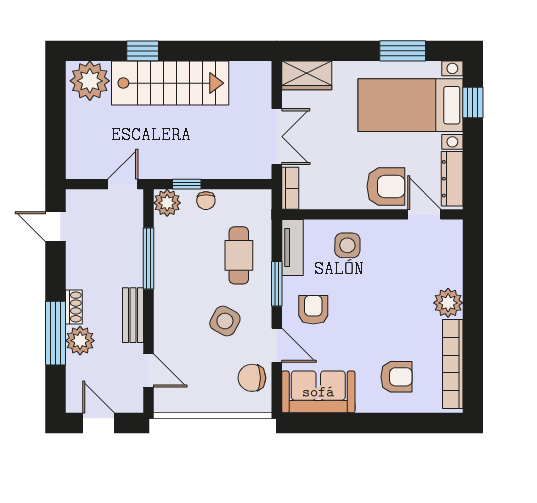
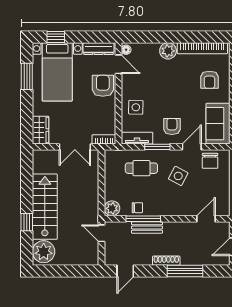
double door: (277, 137) -> (75, 147), swing flipped
window: (187, 184) -> (102, 197), removed
chair: (206, 201) -> (137, 208), moved
door: (424, 214) -> (118, 64), swing flipped
floor lamp: (450, 228) -> (126, 50), added
shoe rack: (74, 307) -> (166, 261), width x1.43
armchair: (313, 310) -> (172, 126), turned 90
bench: (133, 315) -> (147, 227), moved
plant: (80, 341) -> (189, 257), removed
armchair: (397, 377) -> (210, 80), turned 180

